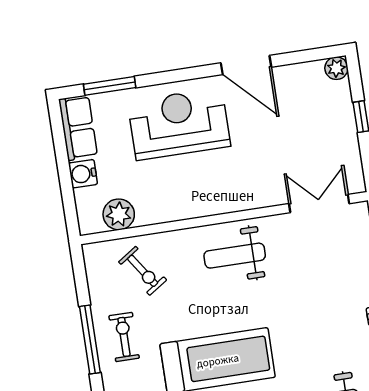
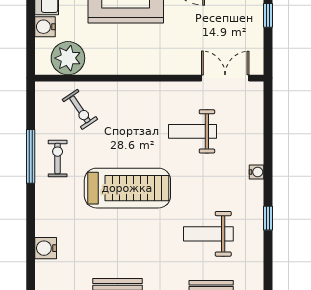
plant: (119, 214) -> (68, 58), width x1.36, depth x1.36
weight bench: (235, 256) -> (193, 131), moved

